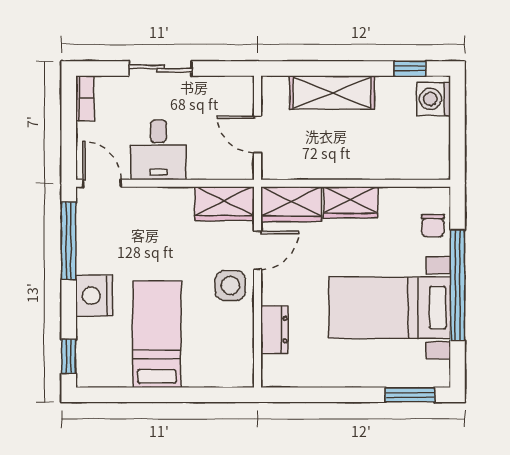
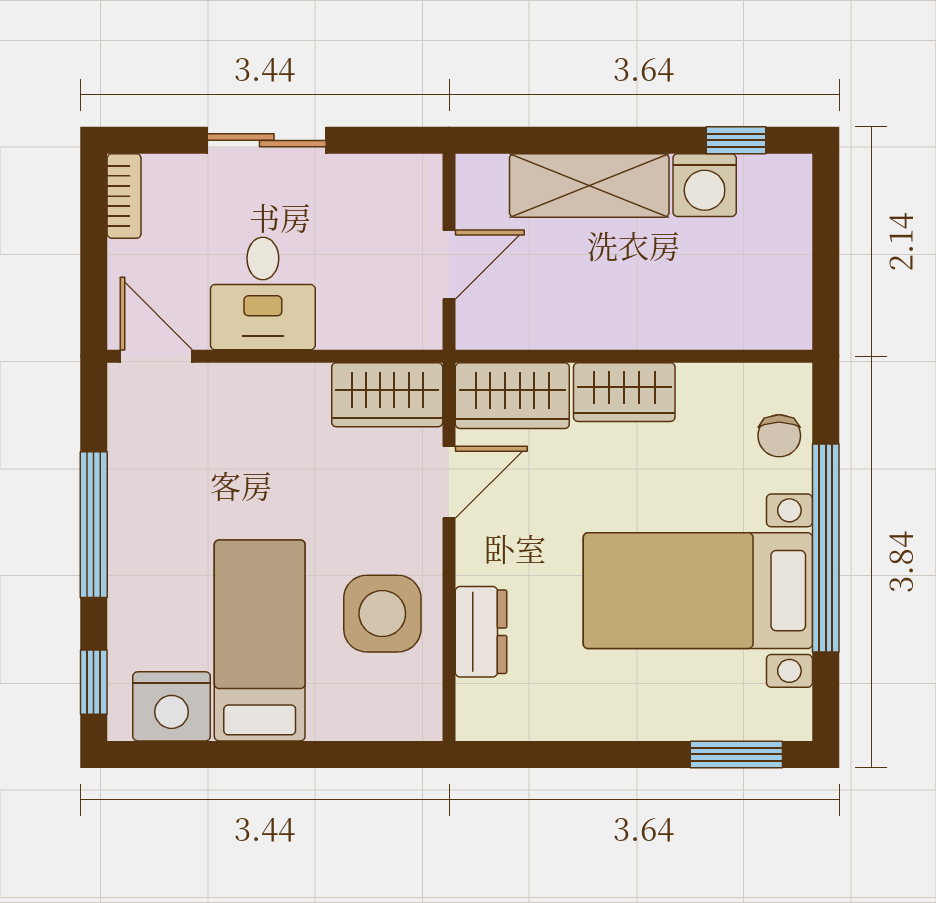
washing machine: (434, 99) -> (705, 185), moved, turned -90
door: (257, 135) -> (449, 265), swing flipped
window: (69, 241) -> (94, 525), moved
side table: (230, 286) -> (382, 614), moved, width x1.37, depth x1.37
nightstand: (94, 296) -> (172, 706), moved, turned -90

